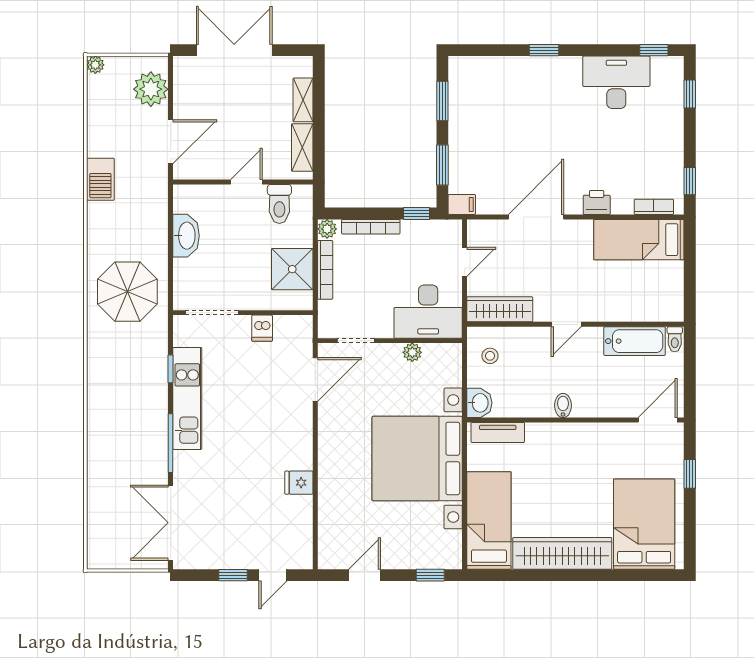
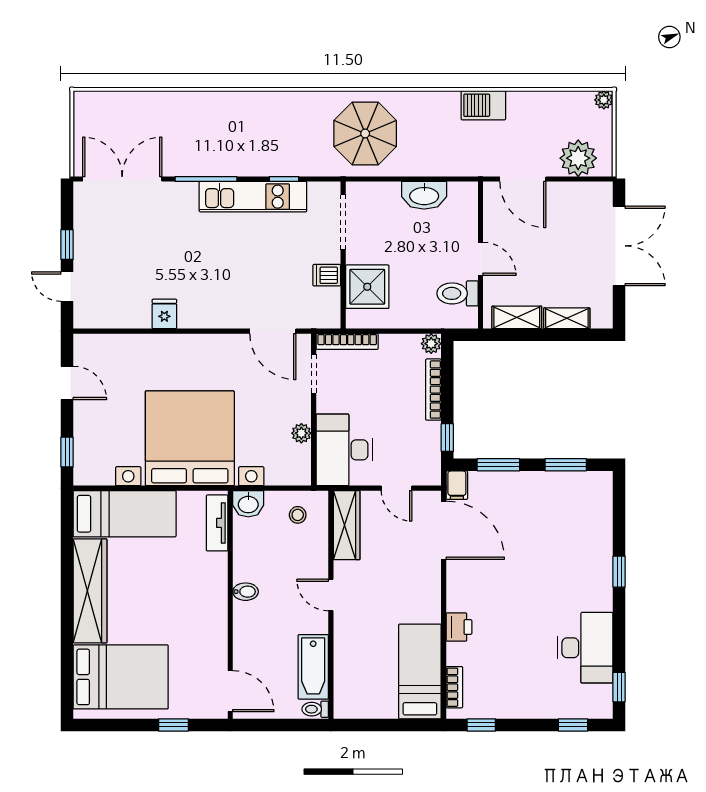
door: (536, 217) -> (444, 530), moved
shower: (292, 269) -> (367, 287), moved
bookcase: (325, 270) -> (347, 342), moved

